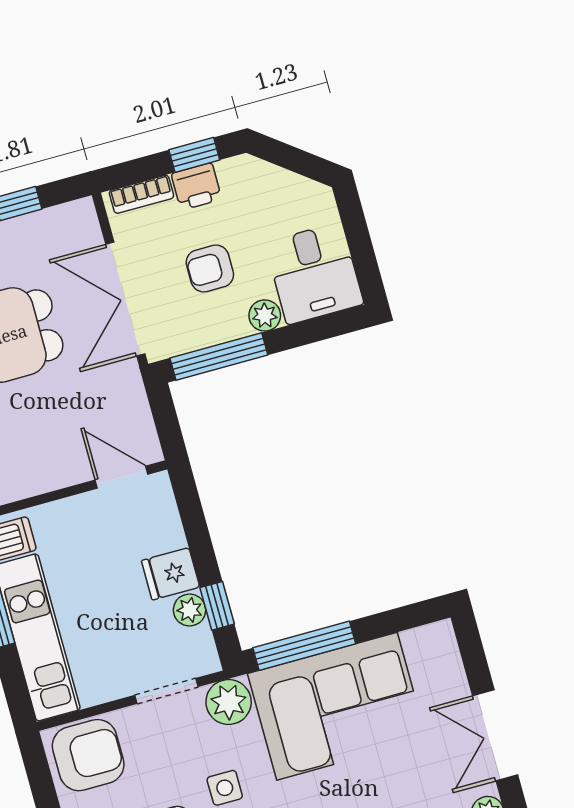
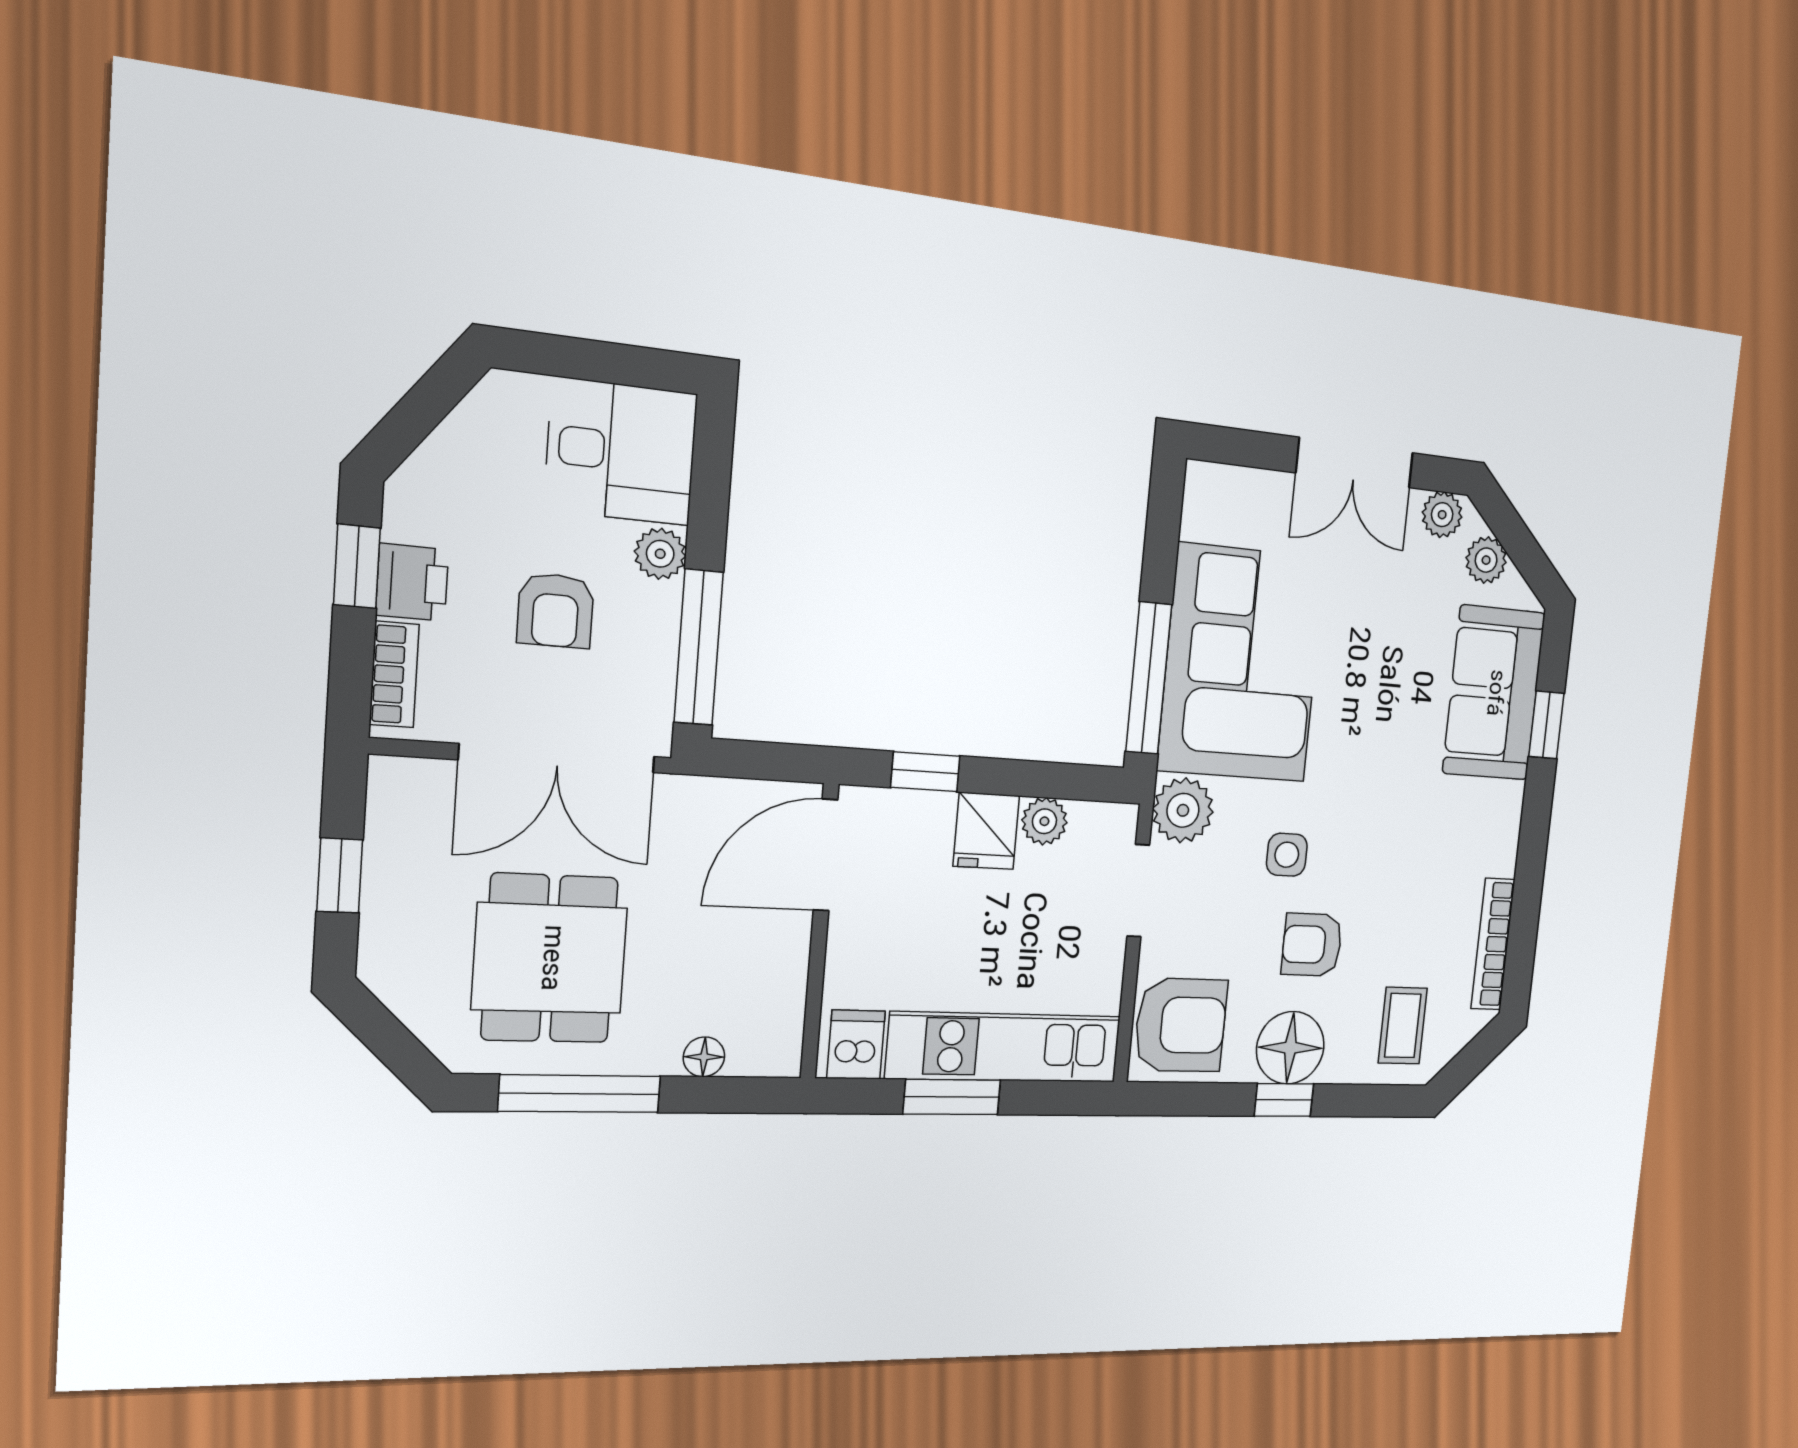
door: (121, 477) -> (826, 855), width x1.38
window: (217, 606) -> (925, 772), moved
armchair: (88, 755) -> (1181, 1025), turned 90

